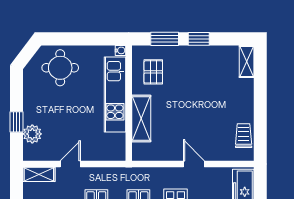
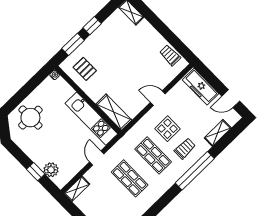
kitchen unit: (115, 94) -> (91, 119), moved
shelving: (141, 118) -> (114, 112), moved
door: (70, 164) -> (97, 158), moved

